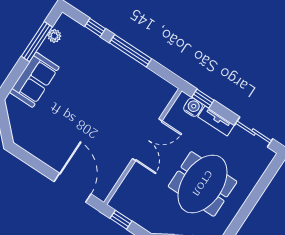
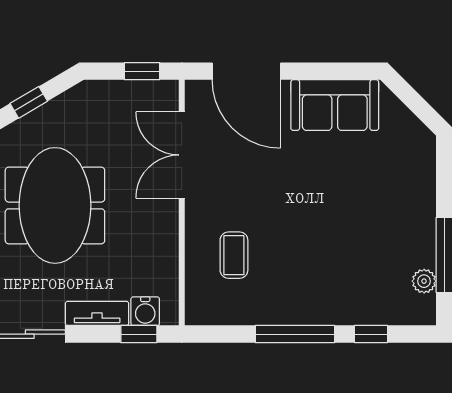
sofa: (34, 80) -> (335, 105), moved, turned -90
coffee table: (135, 106) -> (234, 255), added
double door: (147, 140) -> (182, 155), moved

